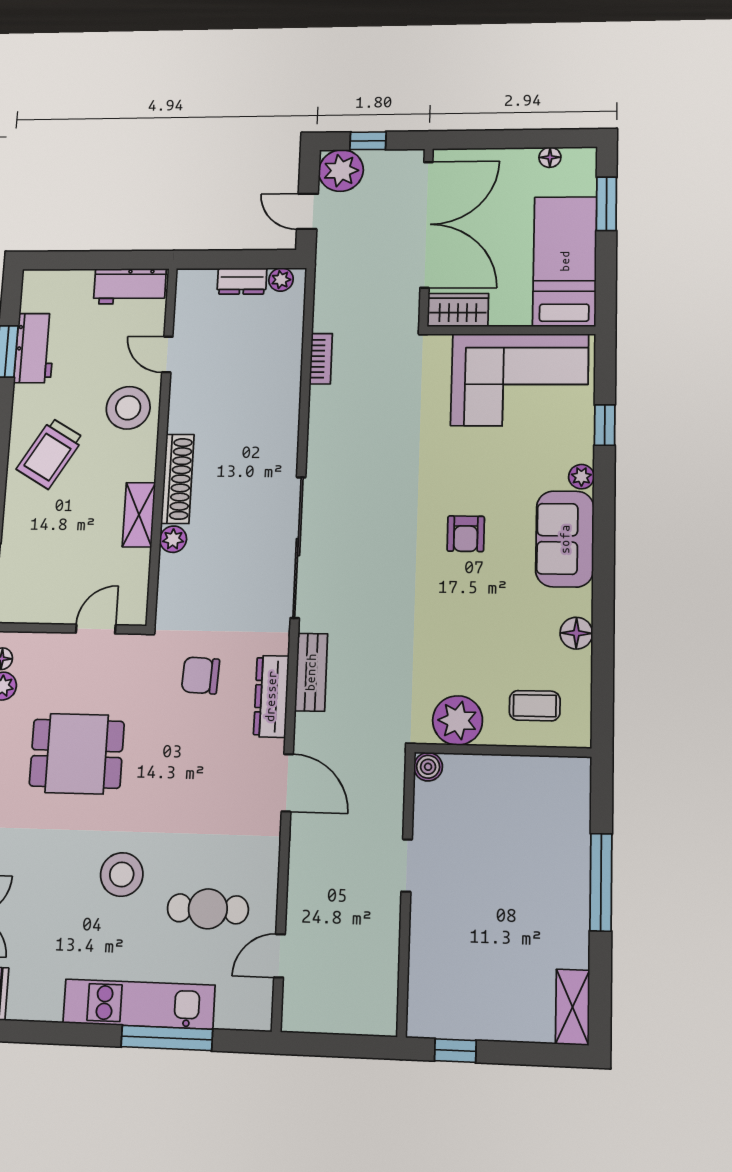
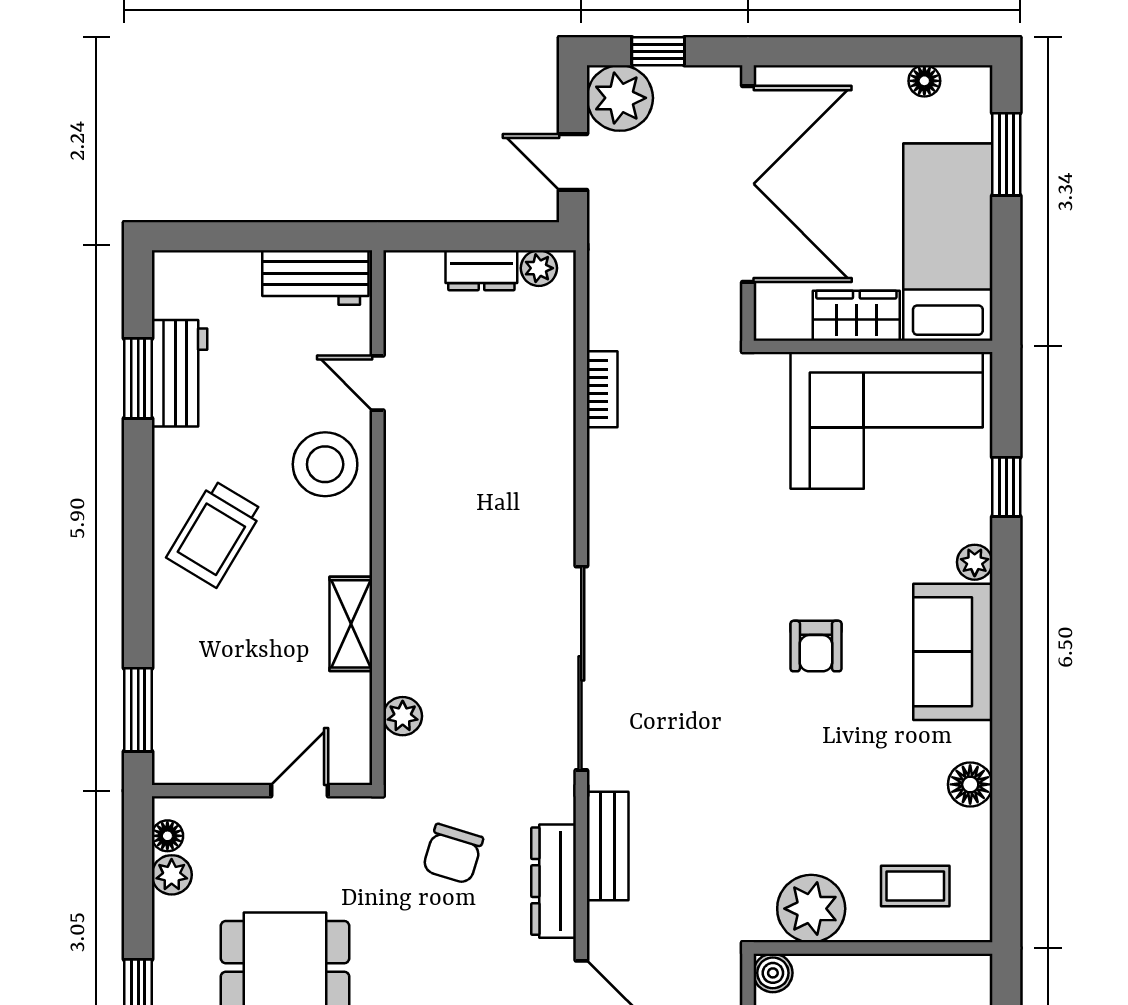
wardrobe: (458, 310) -> (856, 316), moved
shoe rack: (177, 479) -> (404, 570), removed
plant: (173, 539) -> (403, 716), moved
chair: (200, 675) -> (453, 854), turned -76

